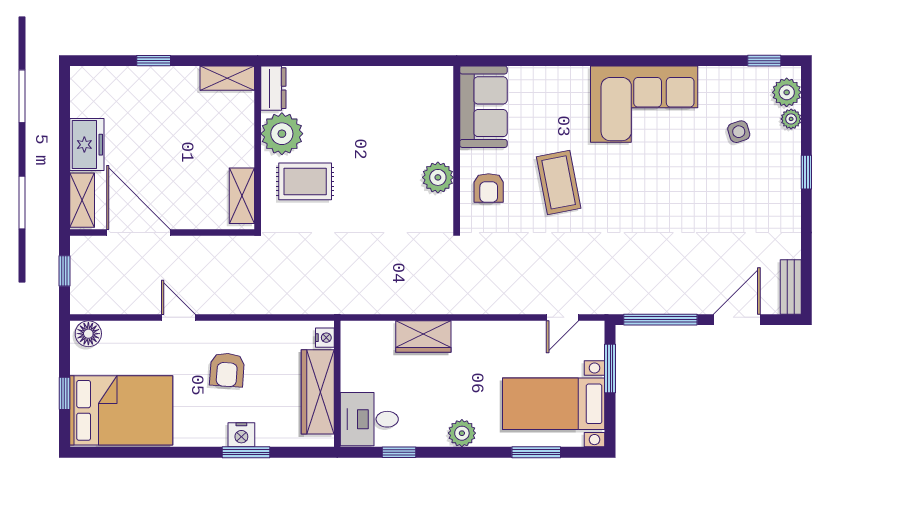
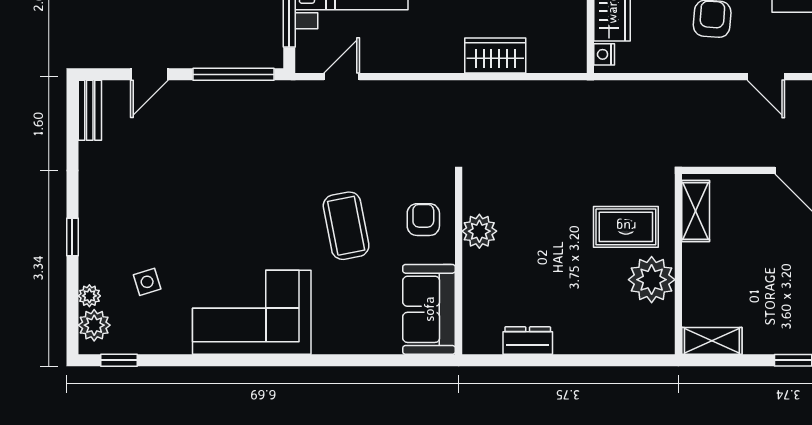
dresser: (273, 88) -> (528, 341), moved, turned 90
door: (737, 320) -> (149, 74), width x0.73

